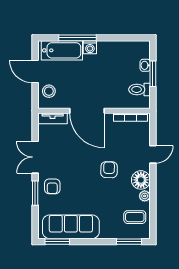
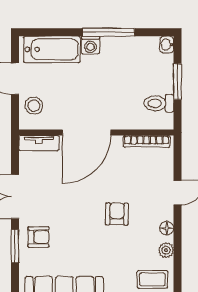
window: (78, 38) -> (108, 32), moved
washbasin: (145, 65) -> (167, 45), moved
door: (87, 111) -> (86, 133), hinge flipped
floor lamp: (141, 180) -> (167, 228), width x0.53, depth x0.53
armchair: (52, 186) -> (39, 237), turned -90

